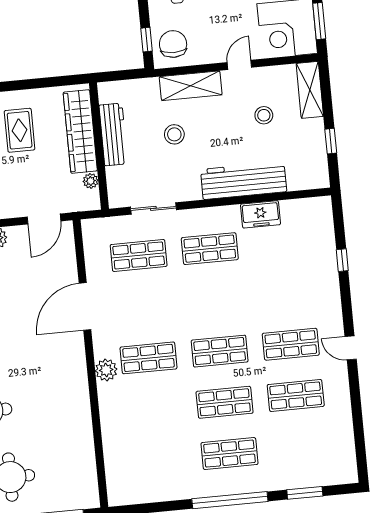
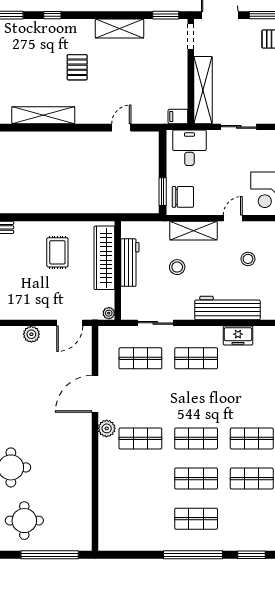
window: (146, 40) -> (163, 192), width x1.50
chair: (173, 44) -> (183, 197), turned 90
plant: (91, 181) -> (109, 313), moved
plant: (106, 370) -> (107, 428), moved

